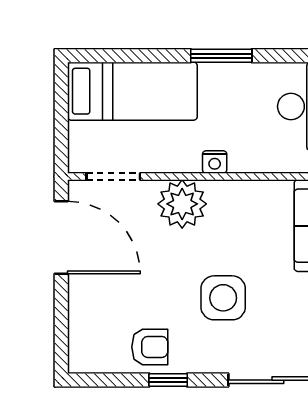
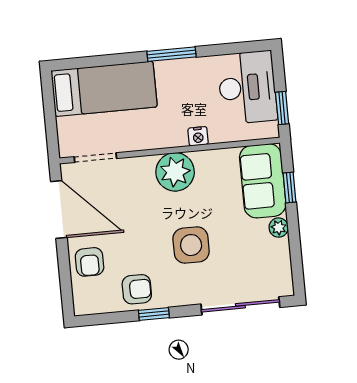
nightstand: (215, 162) -> (198, 136), moved
plant: (182, 204) -> (175, 172), moved
armchair: (94, 307) -> (90, 262), added

